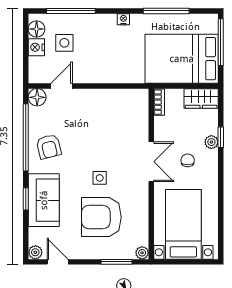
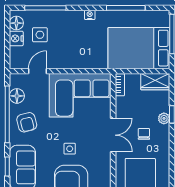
floor lamp: (37, 97) -> (17, 96), moved
corner sofa: (112, 115) -> (80, 95), added

